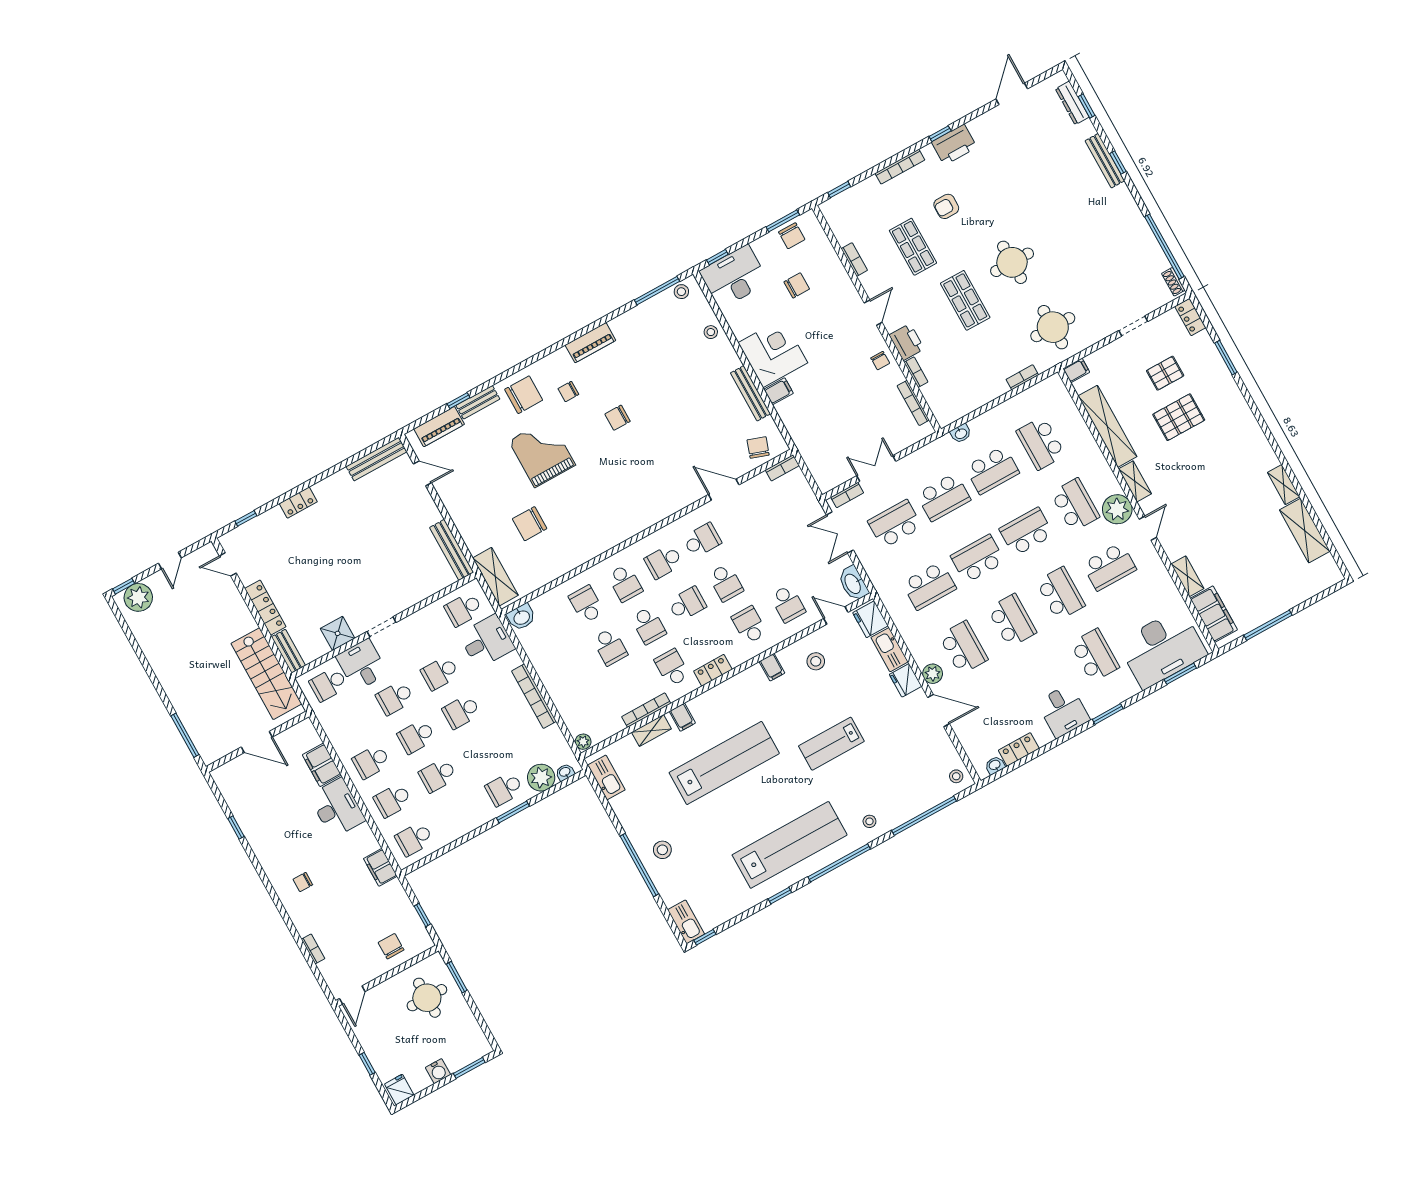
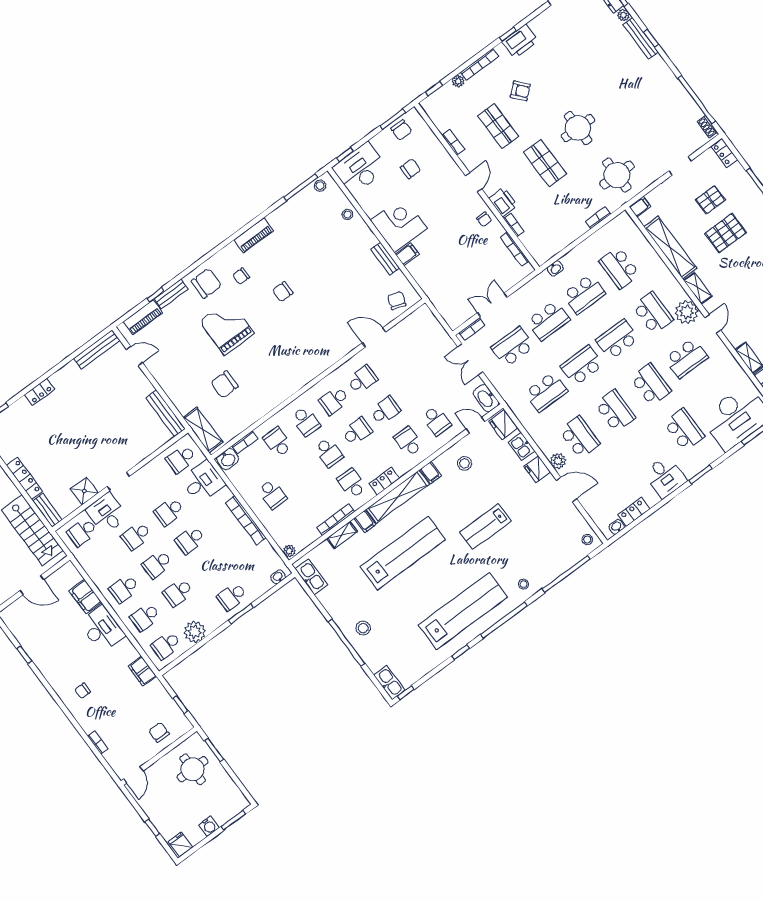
plant: (1087, 129) -> (623, 15), added
plant: (870, 184) -> (458, 81), added
armchair: (946, 206) -> (520, 91), turned -131
bench: (751, 393) -> (385, 259), width x0.73
bookcase: (782, 468) -> (245, 442), moved
school desk: (726, 583) -> (385, 411), turned -90
school desk: (610, 647) -> (272, 494), moved
kitchen sink: (890, 650) -> (522, 447), width x0.73
shelving: (727, 692) -> (398, 497), added
plant: (541, 778) -> (195, 632), moved

